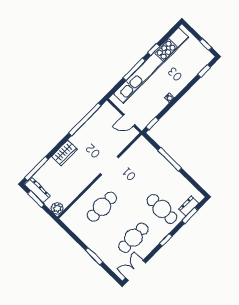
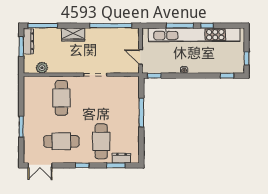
cafe table: (102, 207) -> (61, 98), turned 90
plant: (57, 208) -> (42, 68), moved
double door: (136, 270) -> (40, 165), swing flipped

